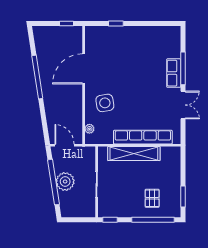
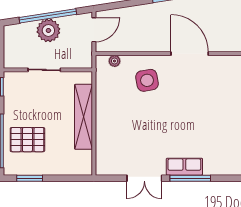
row of seats: (143, 137) -> (104, 128), removed
pallet: (152, 198) -> (27, 140), width x1.50, depth x1.42

